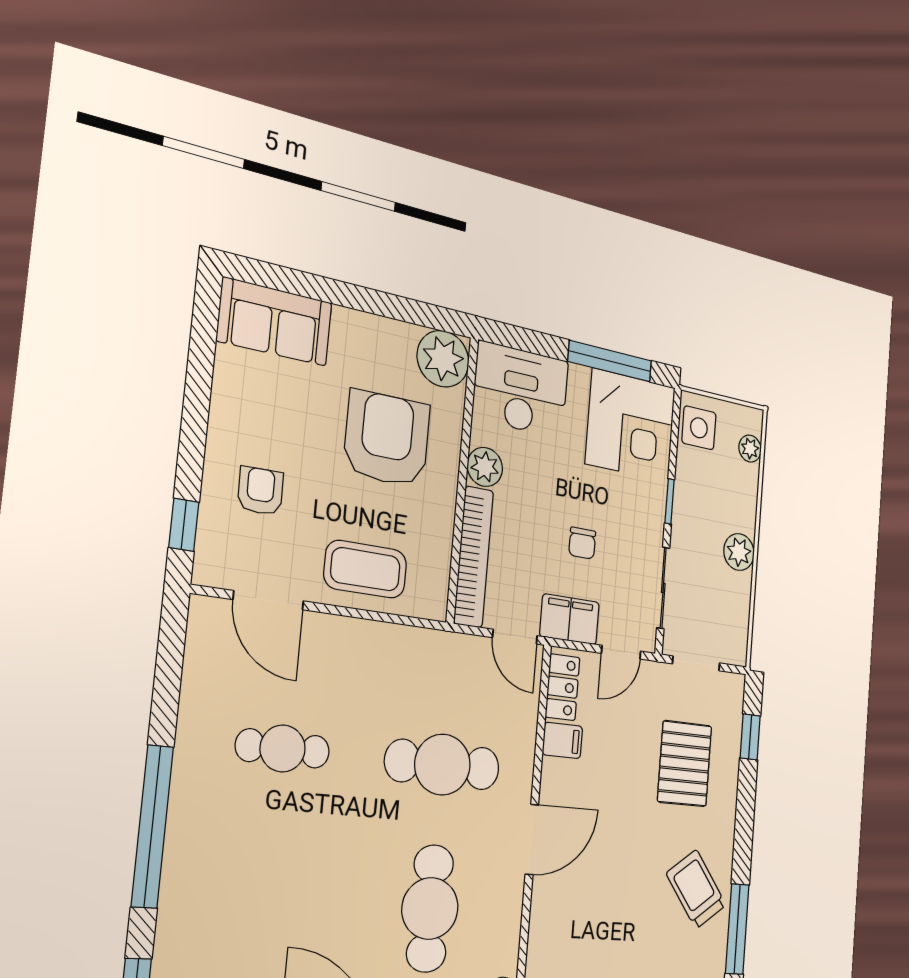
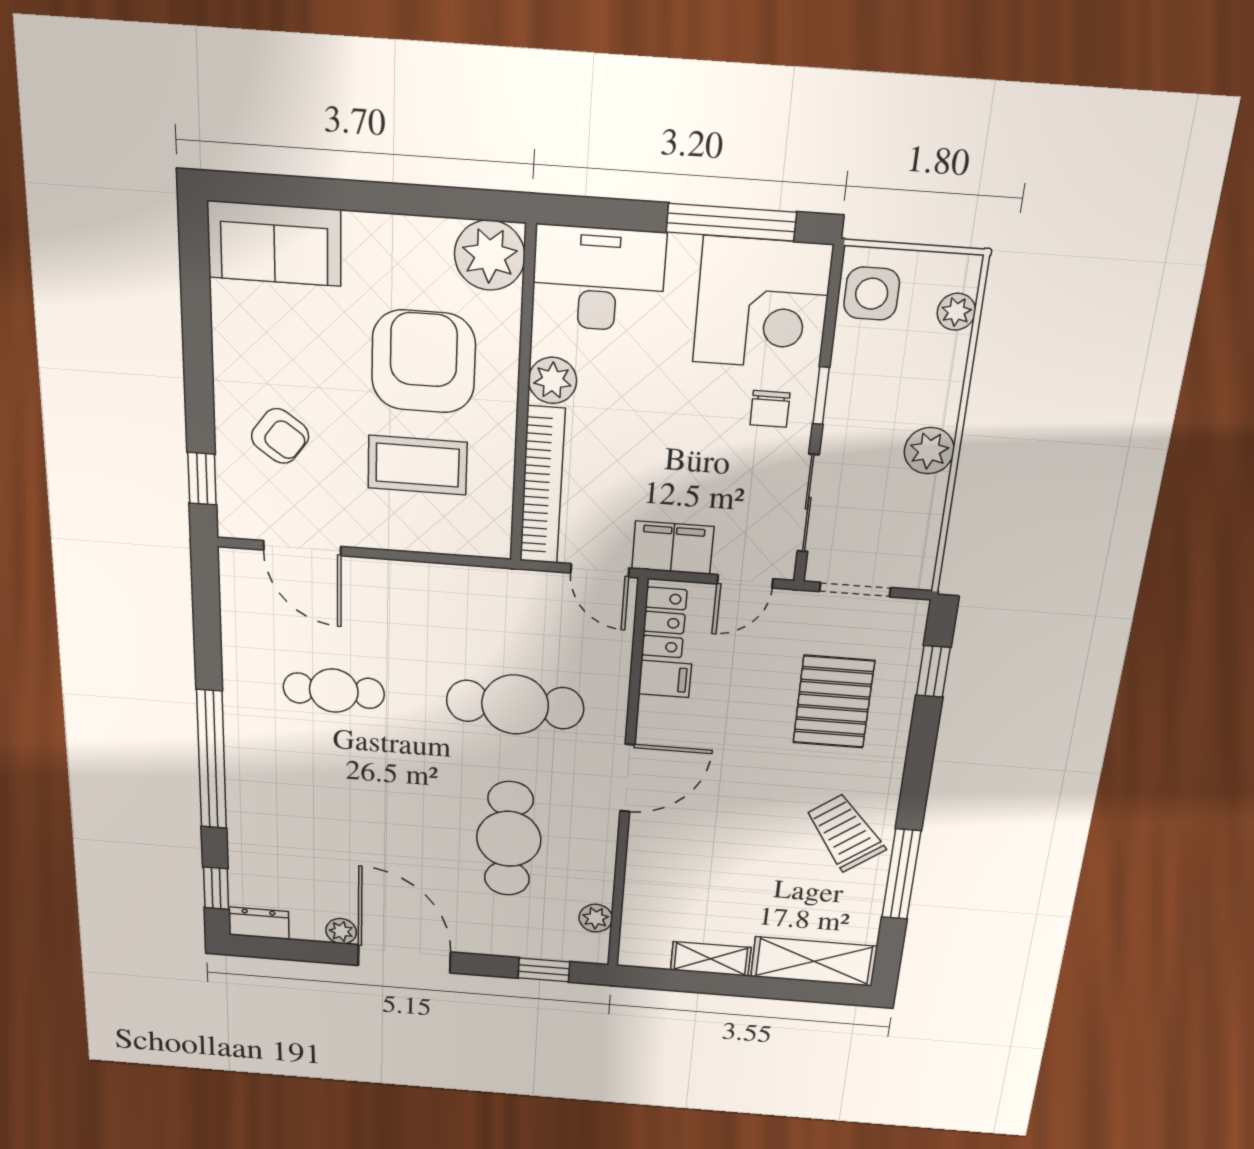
armchair: (260, 491) -> (280, 436), turned 127
chair: (582, 543) -> (770, 409), moved
coffee table: (365, 569) -> (417, 465), moved

